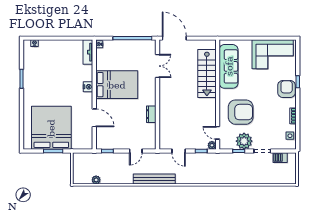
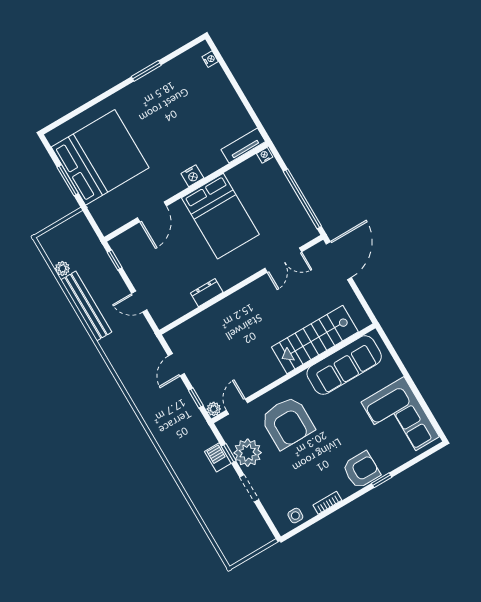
barbecue: (280, 158) -> (218, 457), moved
bench: (154, 179) -> (86, 306), moved

